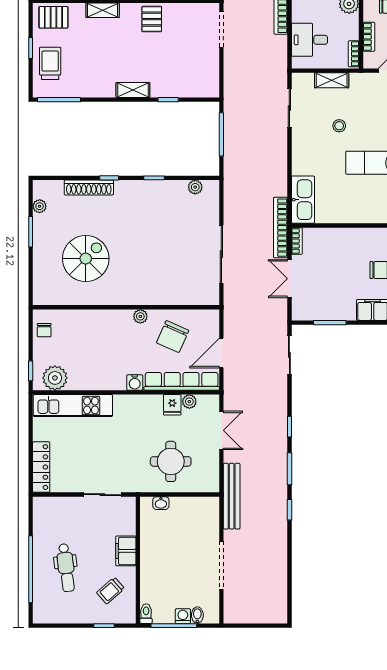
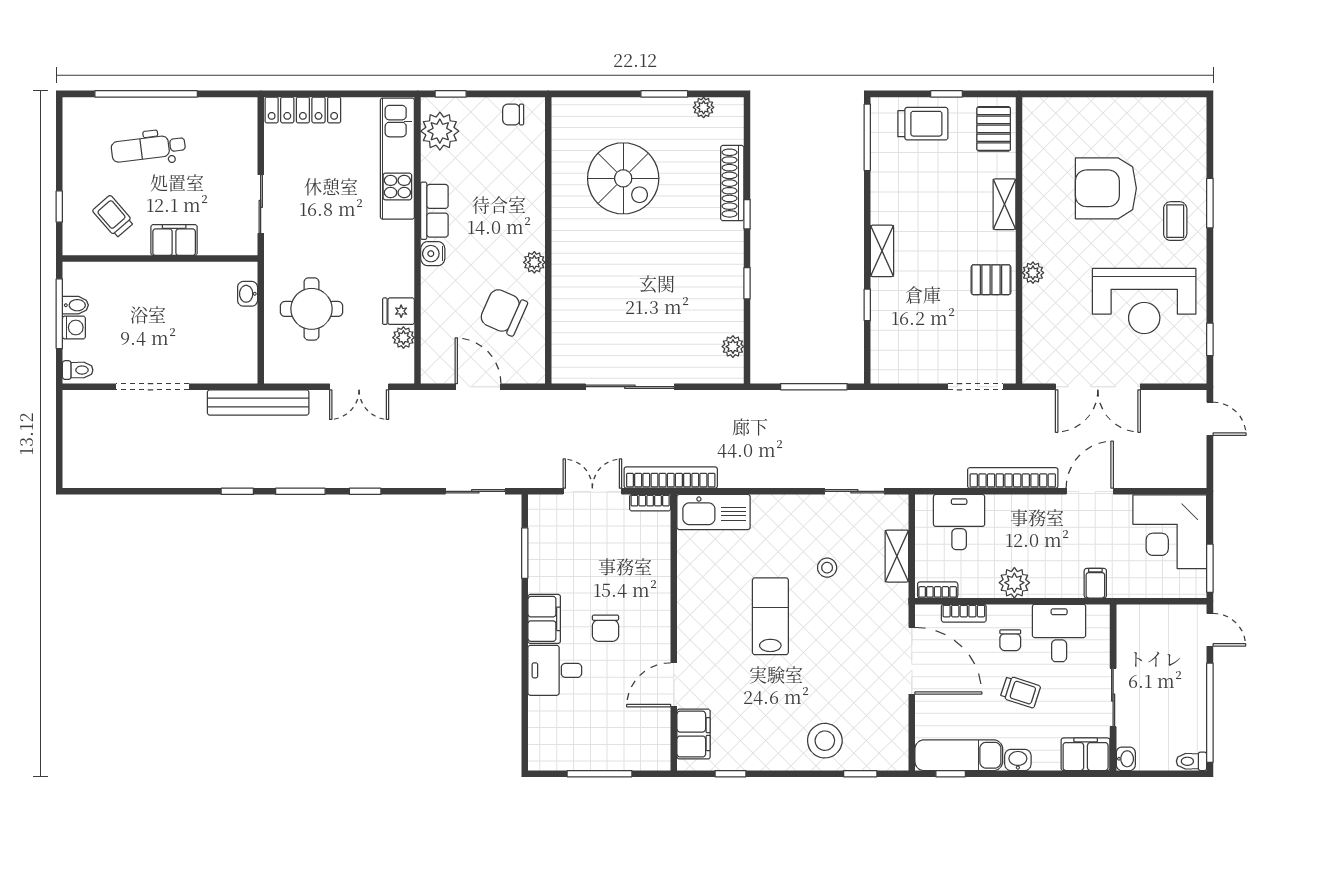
row of seats: (182, 381) -> (434, 211), moved, width x0.50
toilet: (146, 614) -> (78, 370), moved
bidet: (197, 615) -> (75, 305), moved

